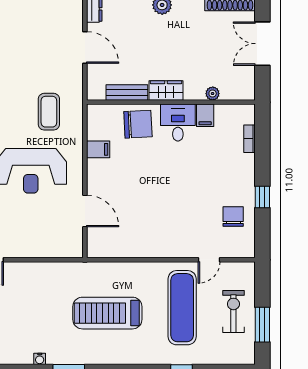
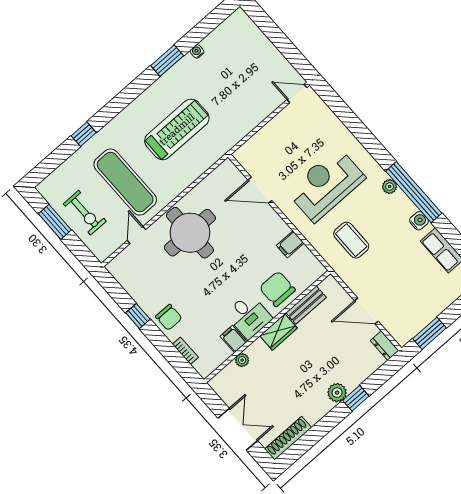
chair: (138, 124) -> (277, 289), turned 93
chair: (233, 217) -> (169, 317), moved
round table: (167, 226) -> (190, 233), added

